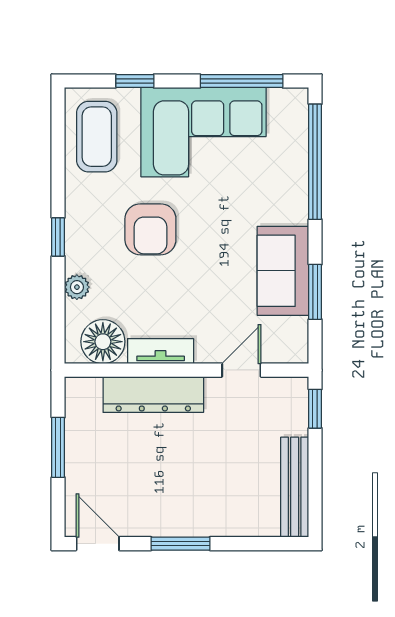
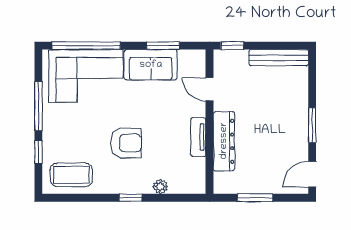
window: (242, 81) -> (38, 106), moved
corner sofa: (204, 132) -> (86, 76), moved, turned 90
floor lamp: (103, 342) -> (193, 171), removed

